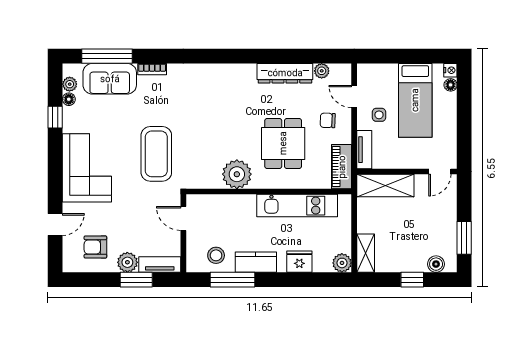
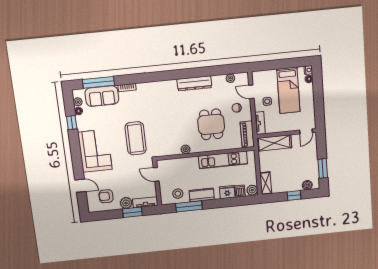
dresser: (285, 73) -> (194, 83), moved
plant: (237, 174) -> (186, 149), width x0.53, depth x0.53
door: (55, 224) -> (80, 186), hinge flipped
dishwasher: (321, 262) -> (240, 191), added

